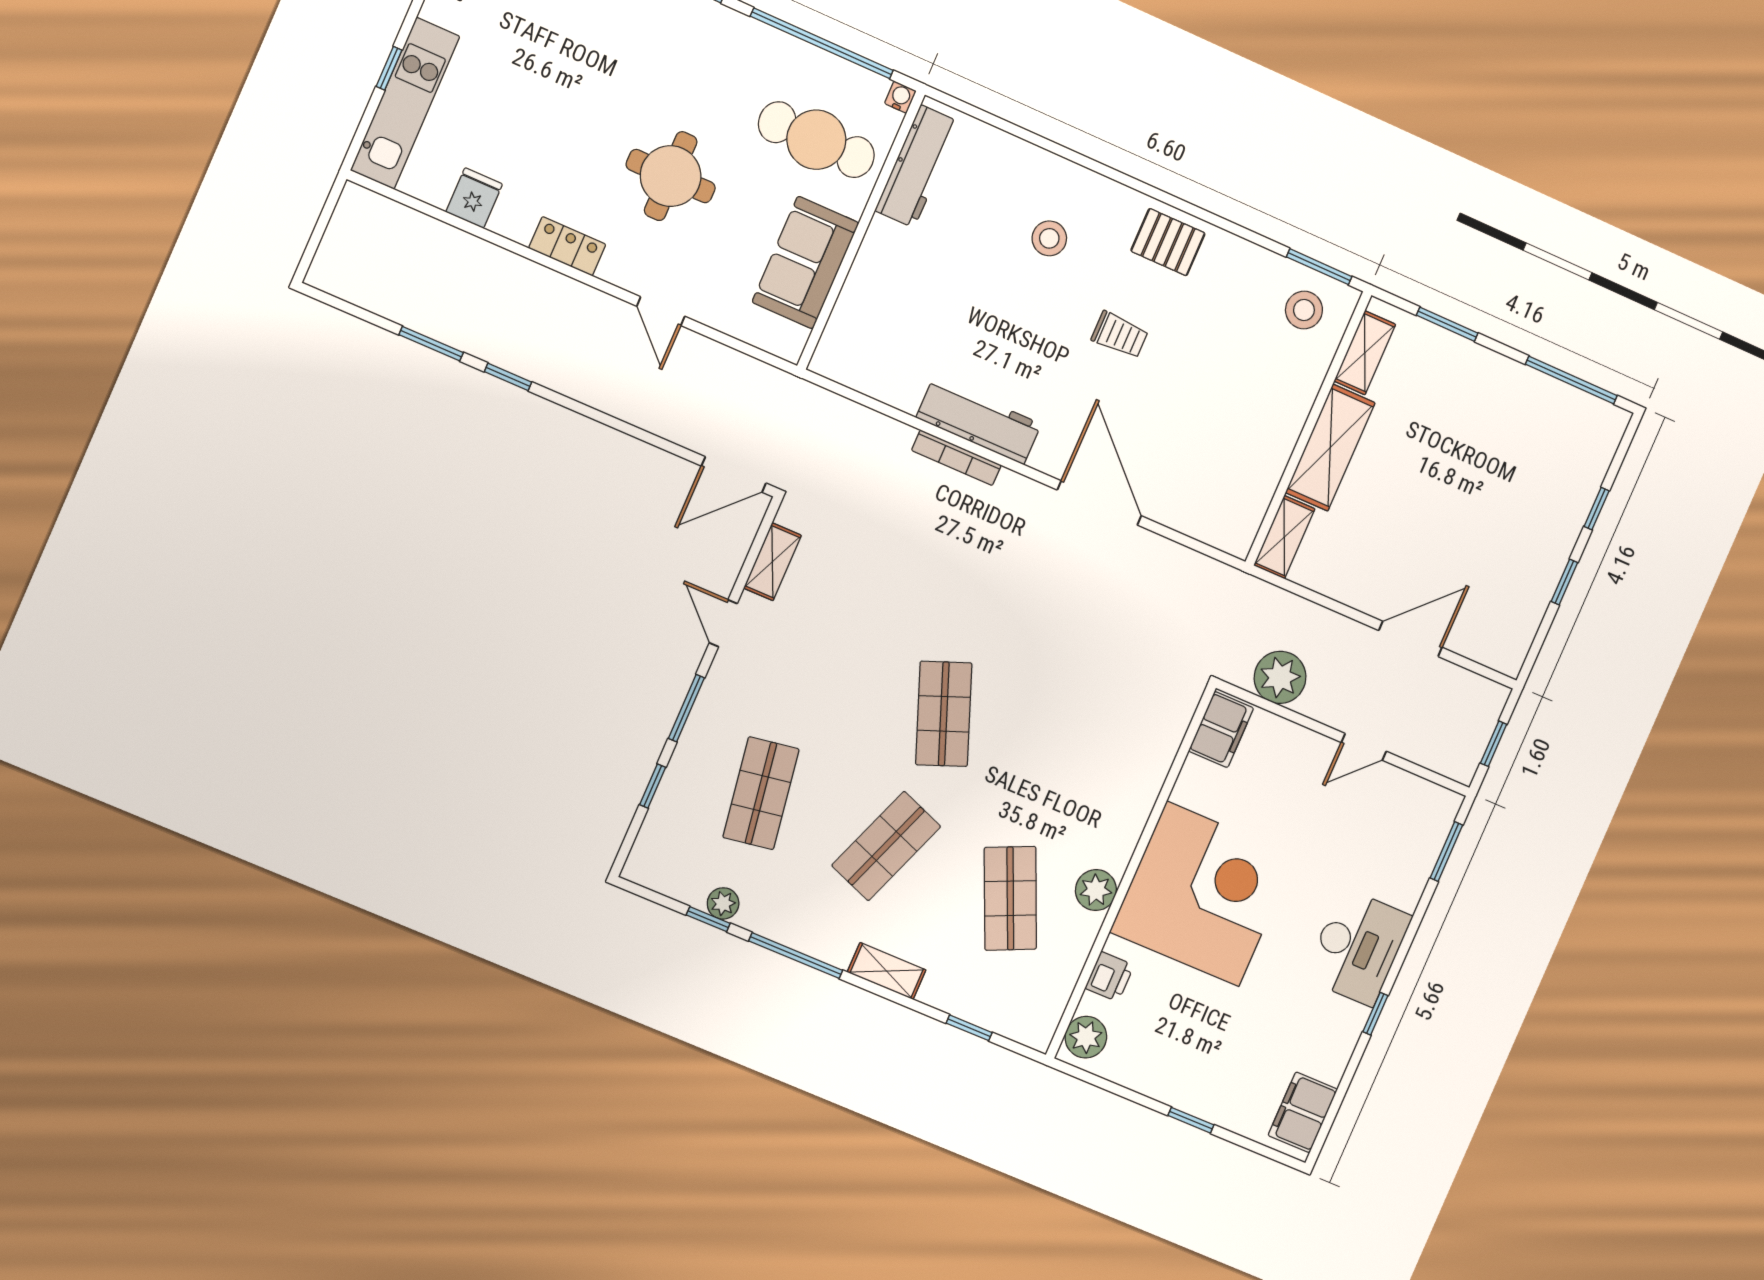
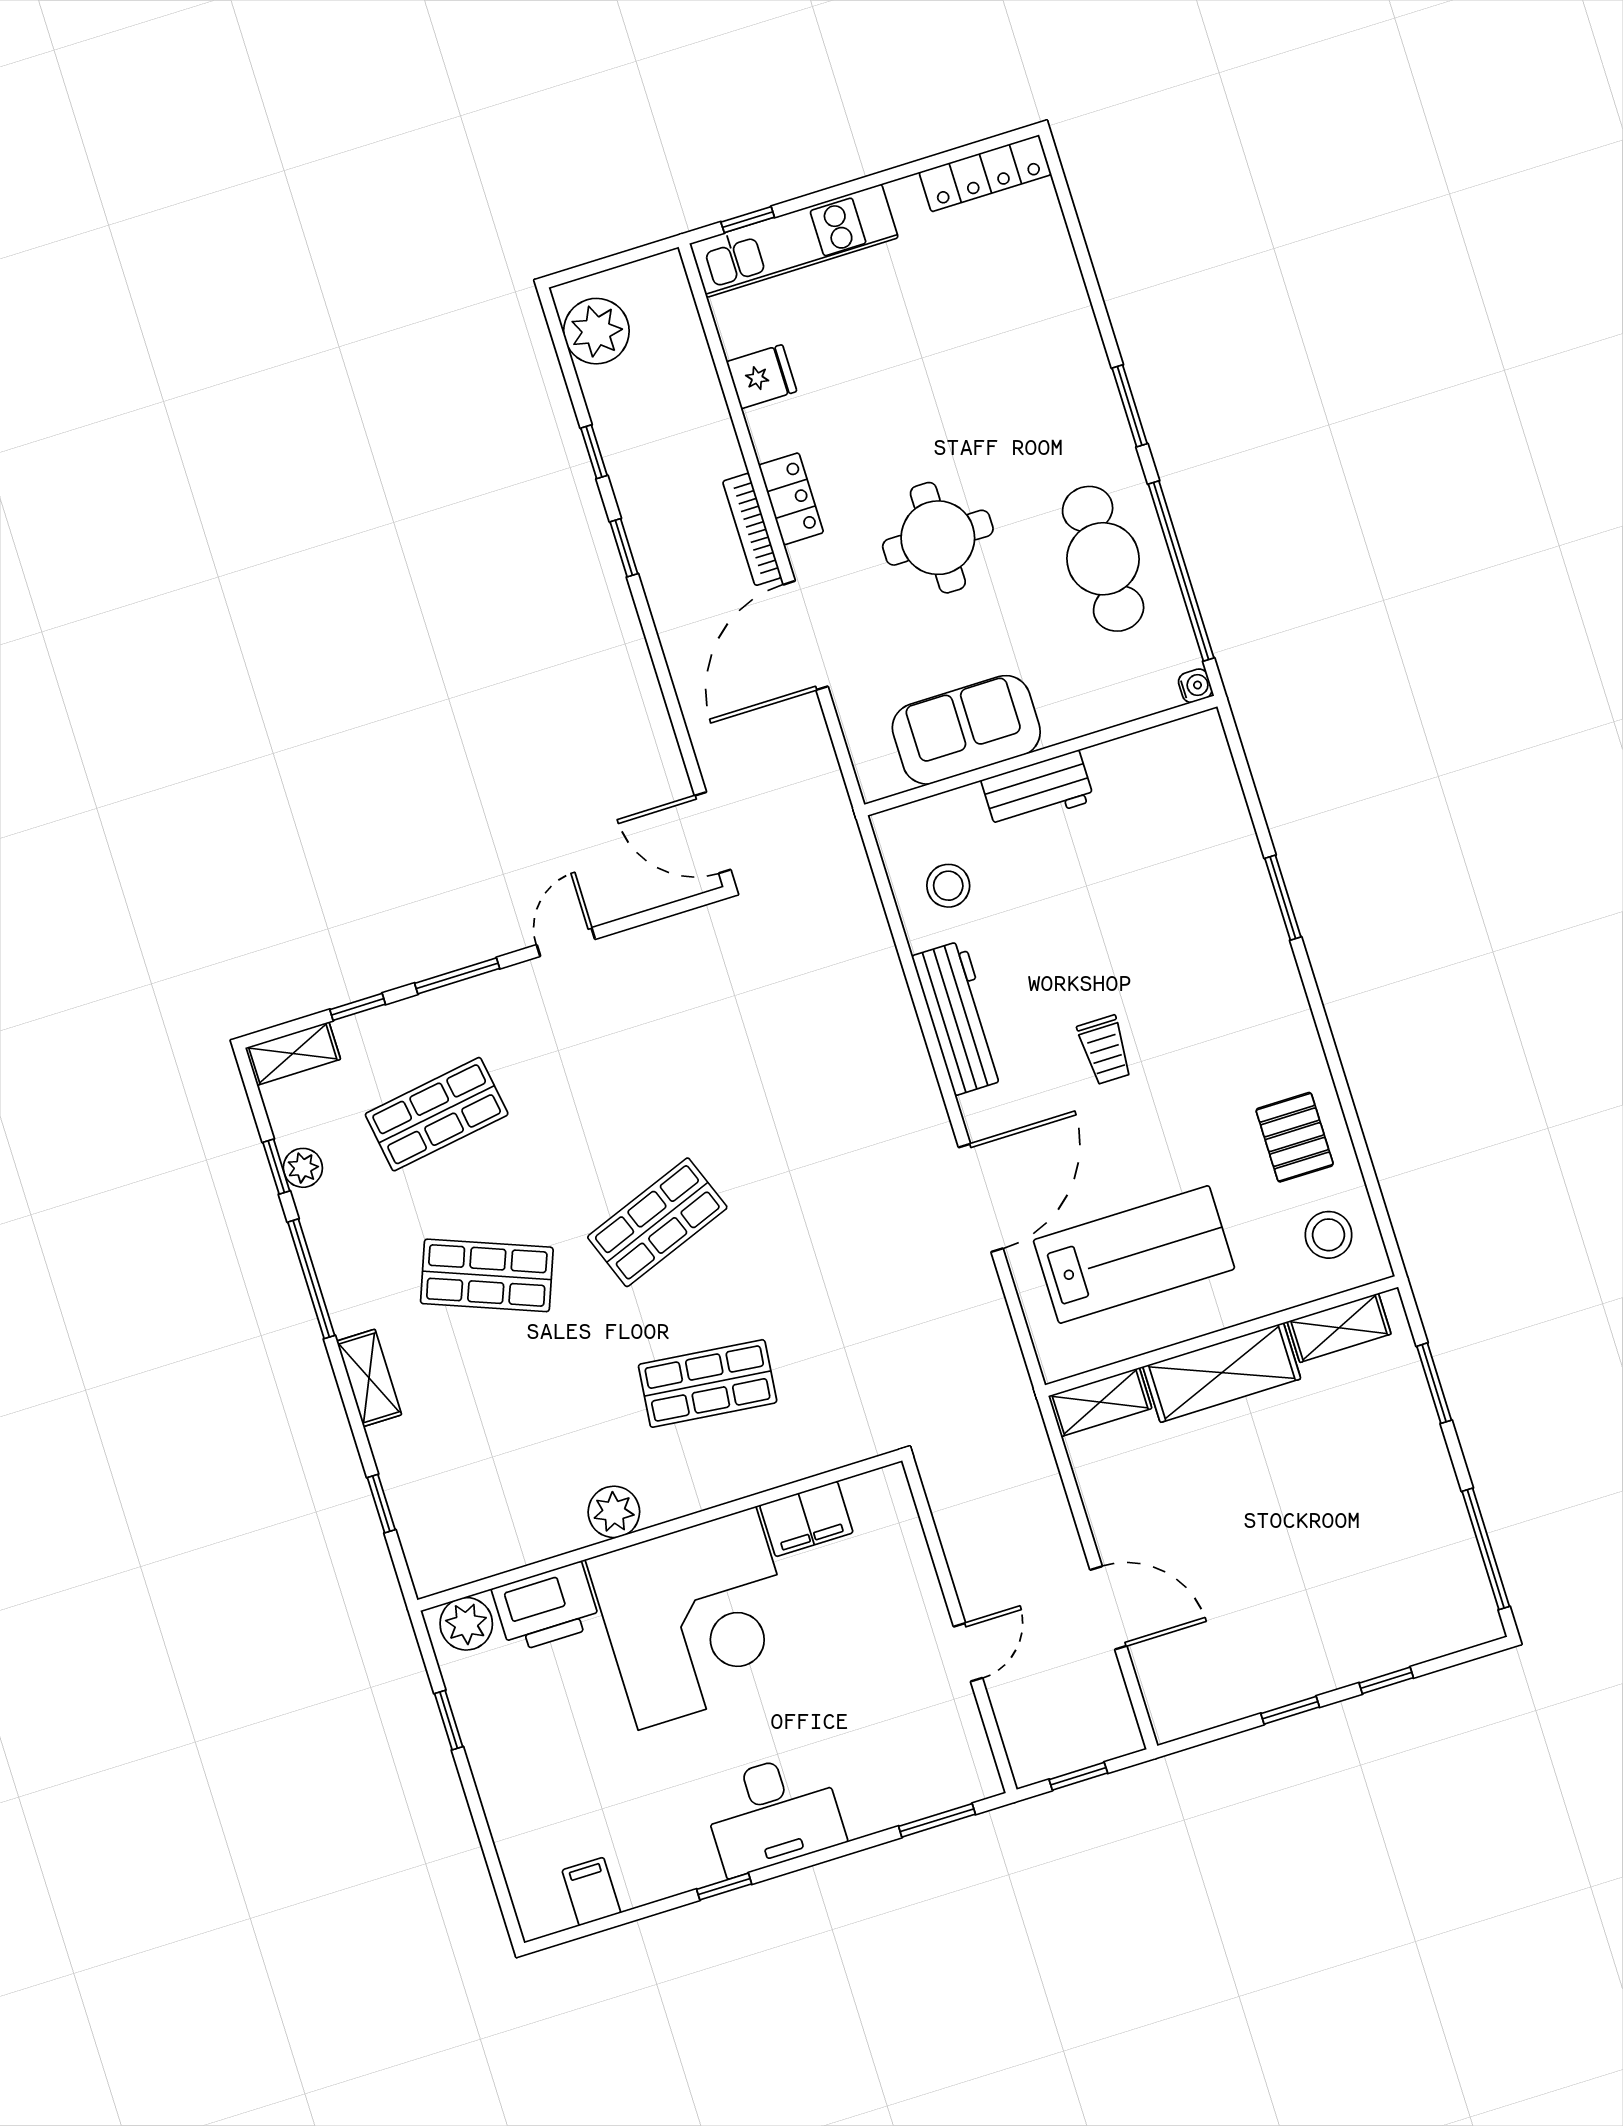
window: (389, 68) -> (748, 220), moved
cafe table: (816, 140) -> (1103, 559), moved
workbench: (917, 166) -> (1038, 790), moved, width x0.73
stool: (1049, 238) -> (948, 886), moved
pallet: (1168, 242) -> (1295, 1137), moved
window: (1319, 267) -> (1283, 898), moved
door: (661, 311) -> (806, 635), width x1.87
trolley: (1120, 335) -> (1105, 1050), moved
window: (431, 344) -> (594, 452), width x0.67
lab bench: (1214, 439) -> (1134, 1254), added
bookcase: (956, 458) -> (752, 529), moved
shelving: (772, 562) -> (293, 1054), moved
plant: (1280, 677) -> (596, 331), moved
filing cabinet: (1221, 729) -> (806, 1519), moved
door: (1364, 747) -> (968, 1652), swing flipped
shop shelf: (1010, 898) -> (708, 1383), moved, turned 30
printer: (1110, 977) -> (546, 1607), width x1.87, depth x1.48
filing cabinet: (1303, 1112) -> (591, 1891), width x0.50
window: (1191, 1120) -> (449, 1720), moved

